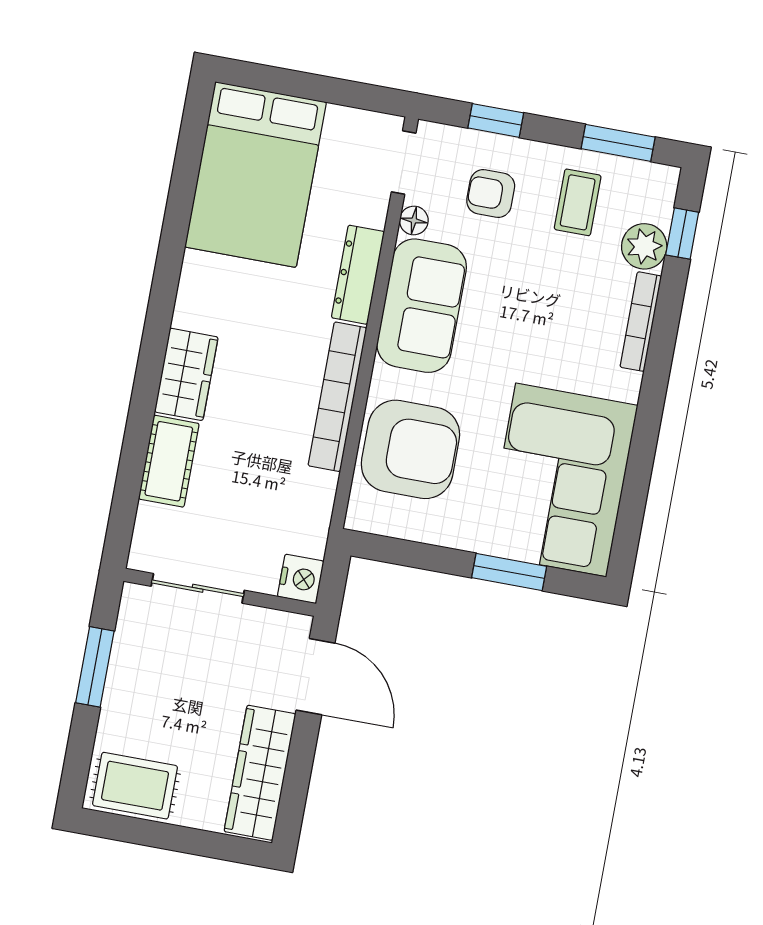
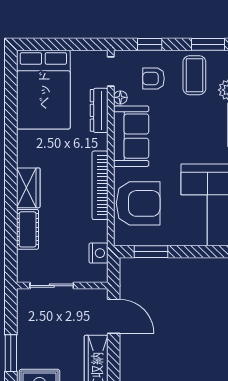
coffee table: (578, 202) -> (194, 75), width x1.36, depth x1.30
dresser: (358, 275) -> (99, 110), moved
window: (509, 572) -> (151, 252), moved
nightstand: (301, 579) -> (98, 253), moved
window: (95, 667) -> (11, 353), moved

